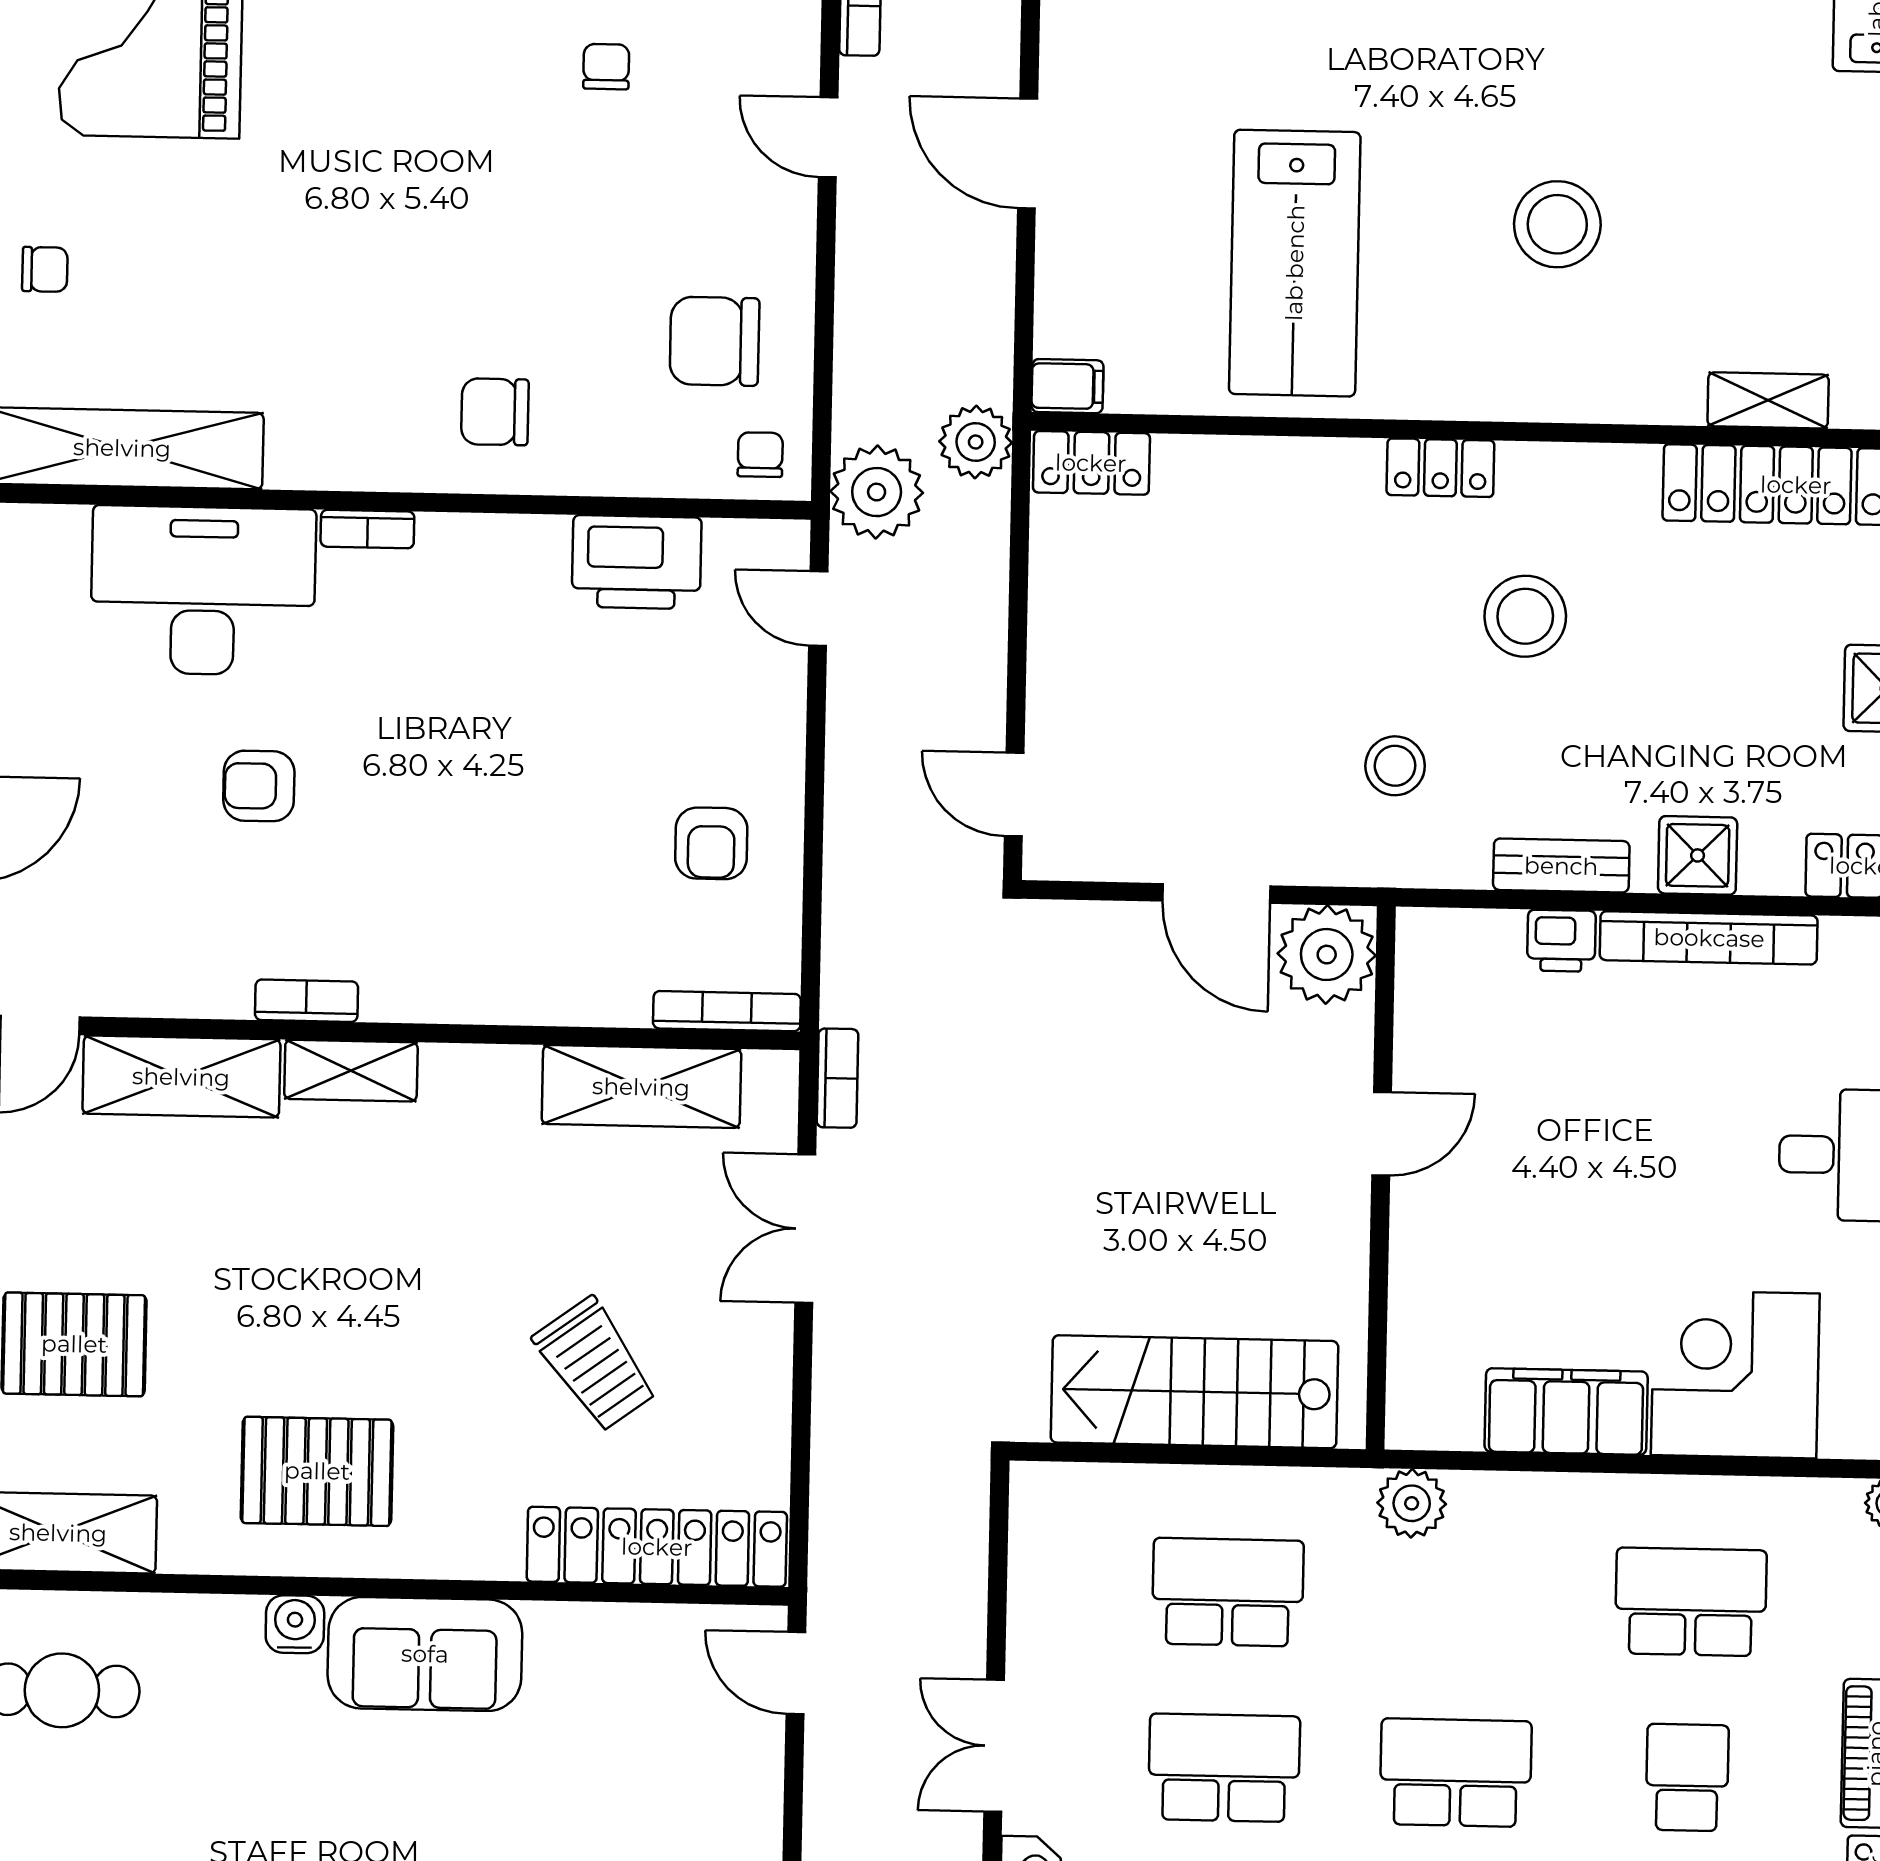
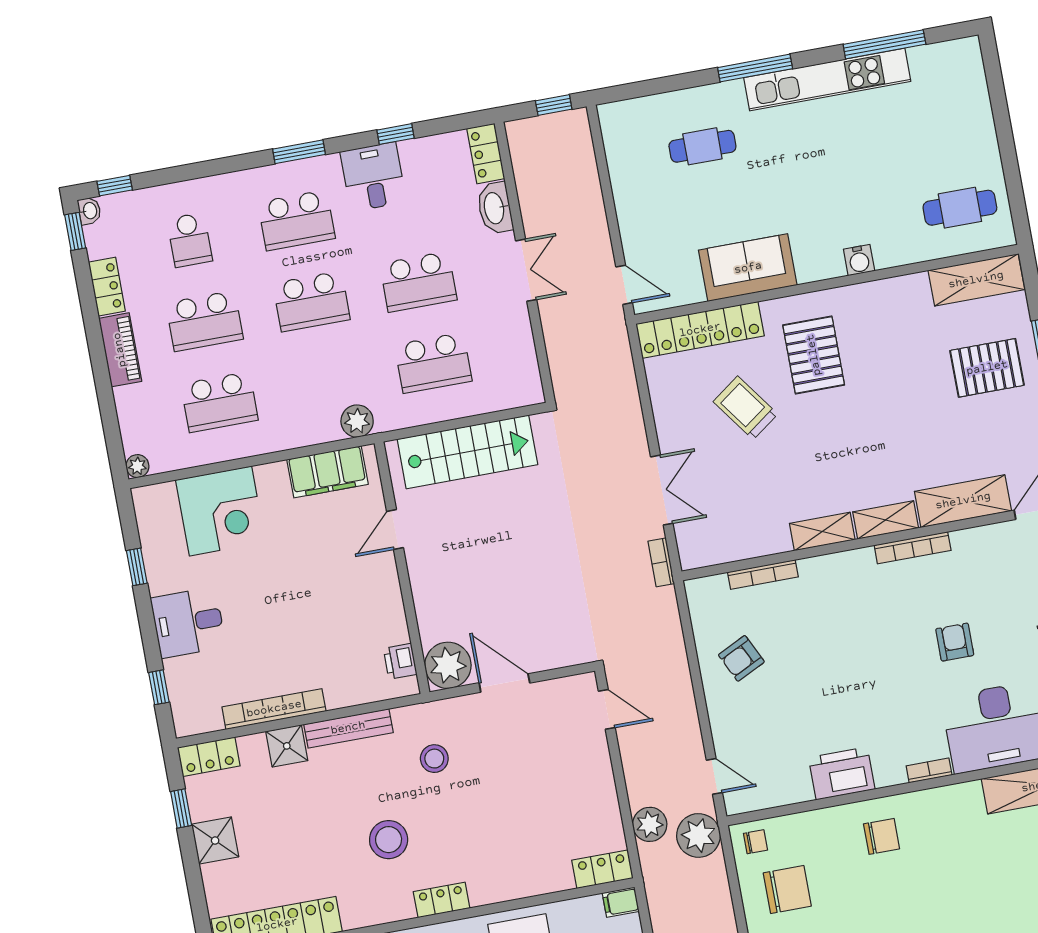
plant: (976, 442) -> (650, 824), moved
chair: (760, 455) -> (756, 842), turned -90
printer: (637, 562) -> (842, 773), moved
armchair: (259, 786) -> (955, 642), turned -90
armchair: (711, 843) -> (741, 658), turned -116
bench: (1561, 866) -> (348, 728), width x1.36
printer: (1561, 941) -> (400, 661), moved, turned -90
bookcase: (307, 1001) -> (913, 548), width x1.56
bookcase: (727, 1011) -> (763, 575), moved
shelving: (641, 1087) -> (822, 532), moved, width x0.67, depth x0.75
door: (1382, 1134) -> (395, 529), moved
filing cabinet: (1566, 1412) -> (327, 472), moved
pallet: (317, 1471) -> (814, 355), moved, turned 90
sofa: (425, 1654) -> (748, 268), moved
school desk: (1687, 1777) -> (205, 321), width x1.85

